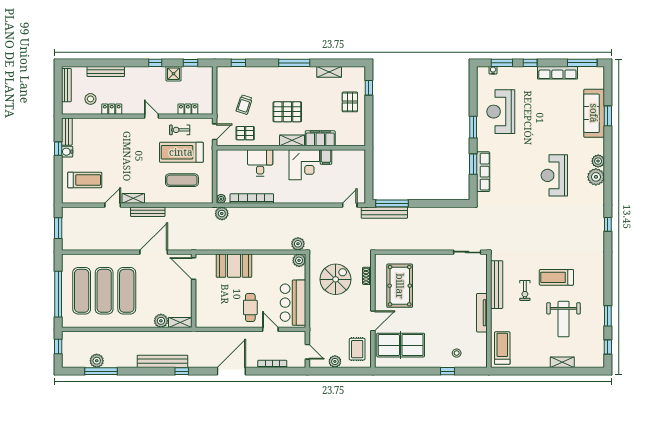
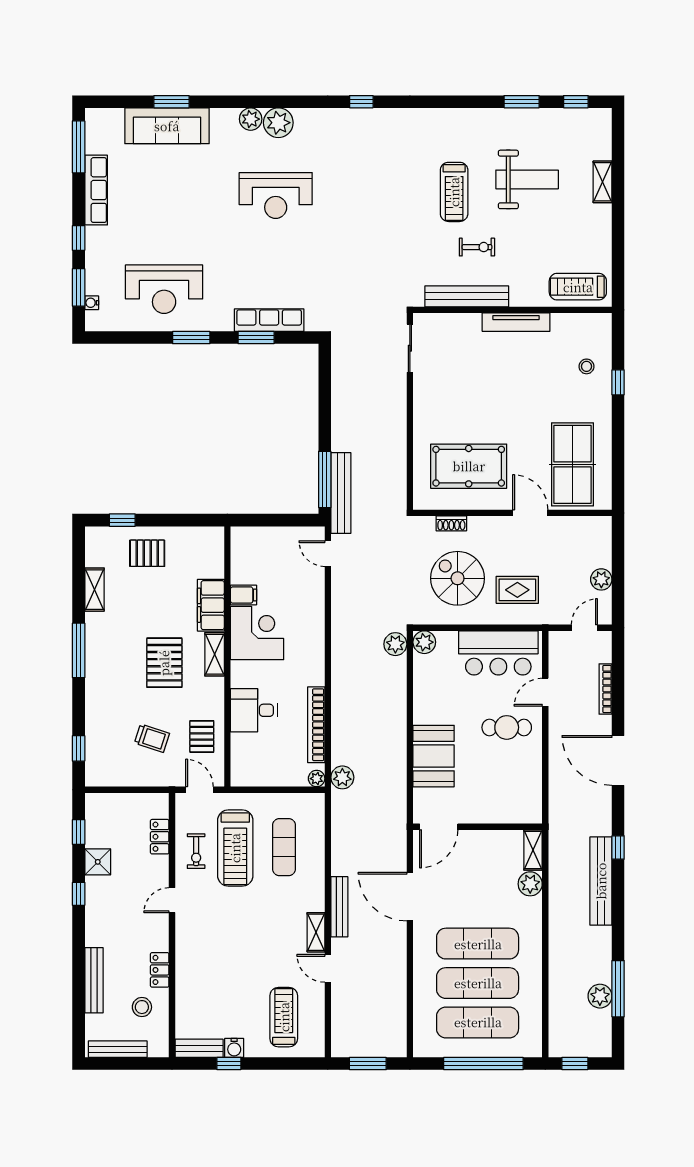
rug: (357, 349) -> (517, 590), moved

